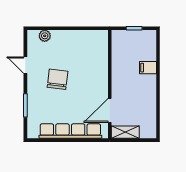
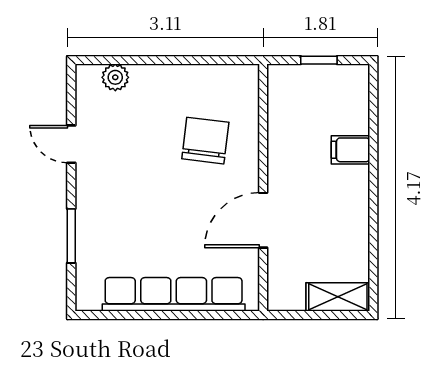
chair: (58, 79) -> (205, 141), moved
door: (110, 110) -> (263, 220), moved
shelving: (125, 132) -> (338, 297), moved

